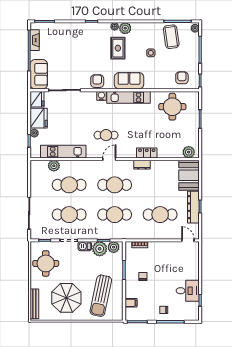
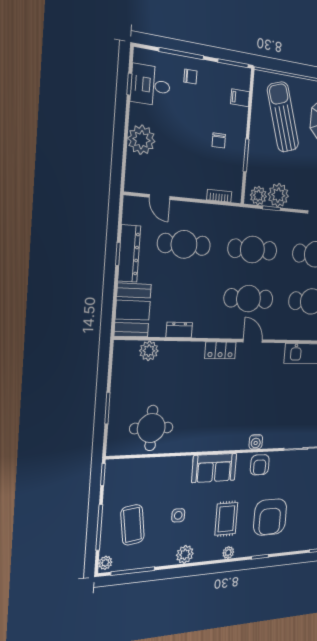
plant: (125, 28) -> (185, 554), moved
coffee table: (171, 37) -> (132, 525), moved
armchair: (182, 78) -> (270, 517), moved, width x1.88, depth x1.88
kitchen unit: (129, 97) -> (217, 441), removed
cafe table: (106, 135) -> (254, 380), removed
plant: (189, 152) -> (149, 351), moved
locker: (147, 153) -> (220, 350), moved
door: (109, 159) -> (253, 341), swing flipped
dresser: (142, 165) -> (179, 330), moved
door: (188, 240) -> (159, 197), moved
barbecue: (85, 246) -> (299, 202), removed
plant: (191, 271) -> (141, 140), added
desk: (188, 291) -> (150, 85), moved
sun lounger: (101, 296) -> (283, 117), turned -30

